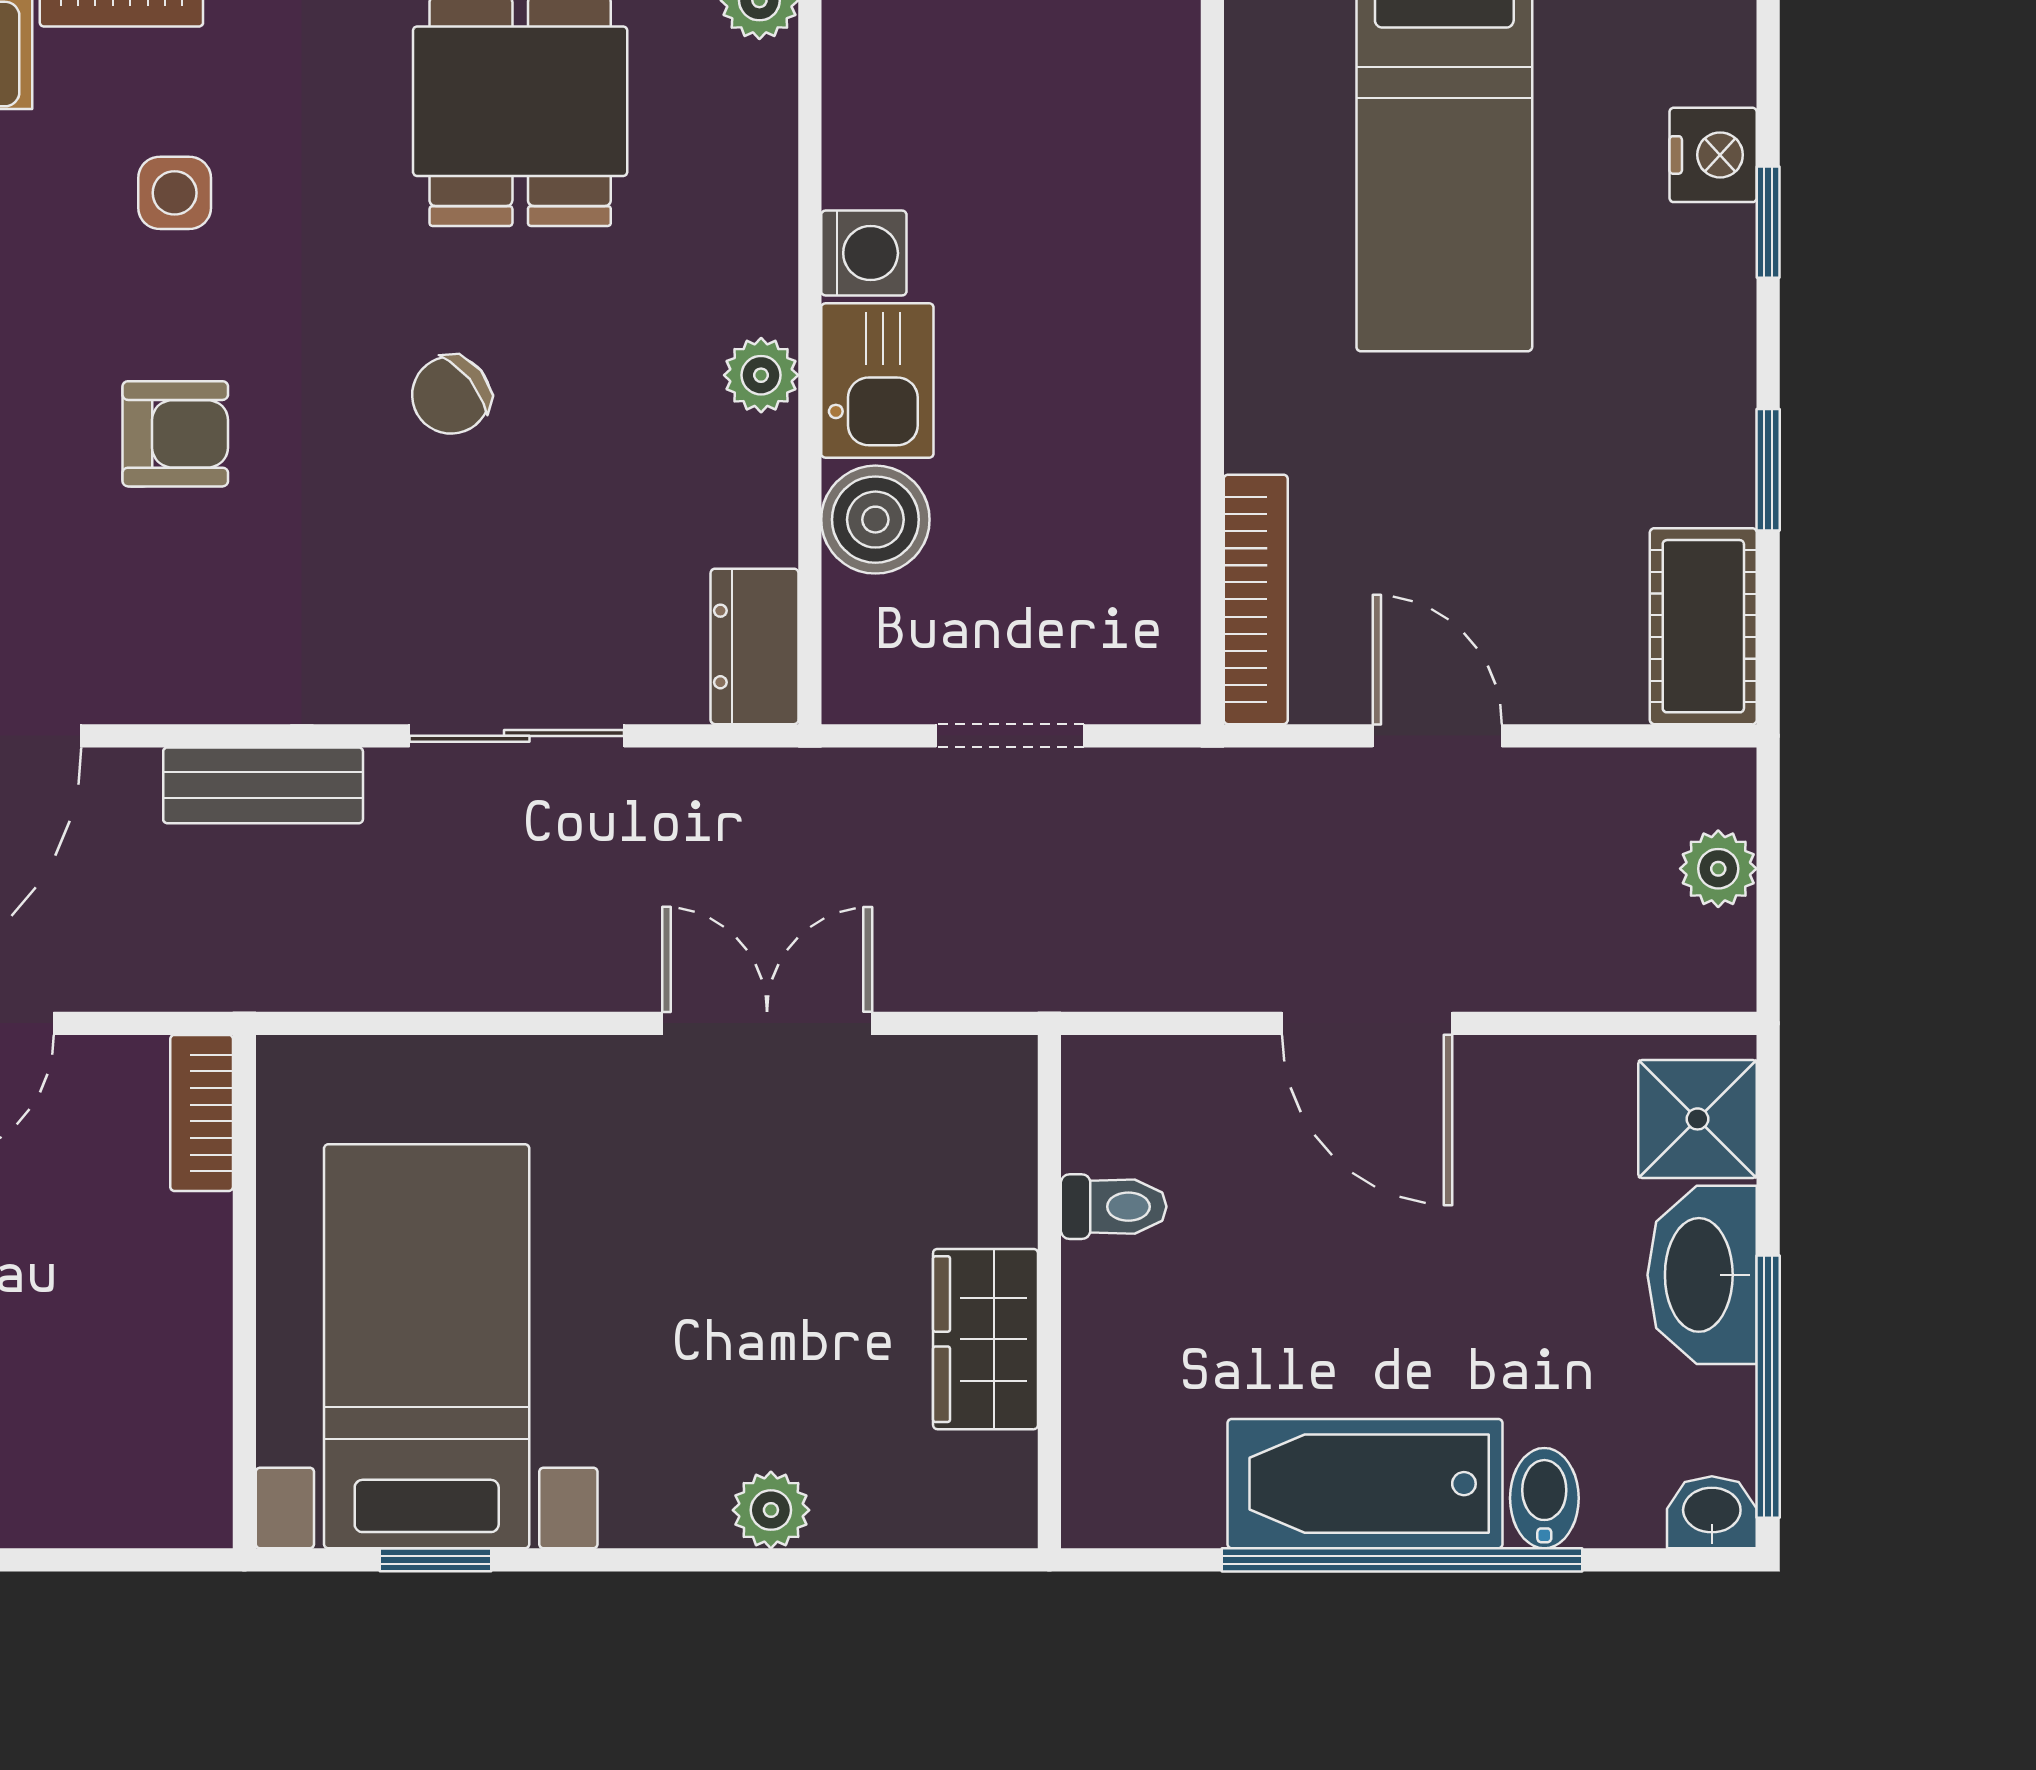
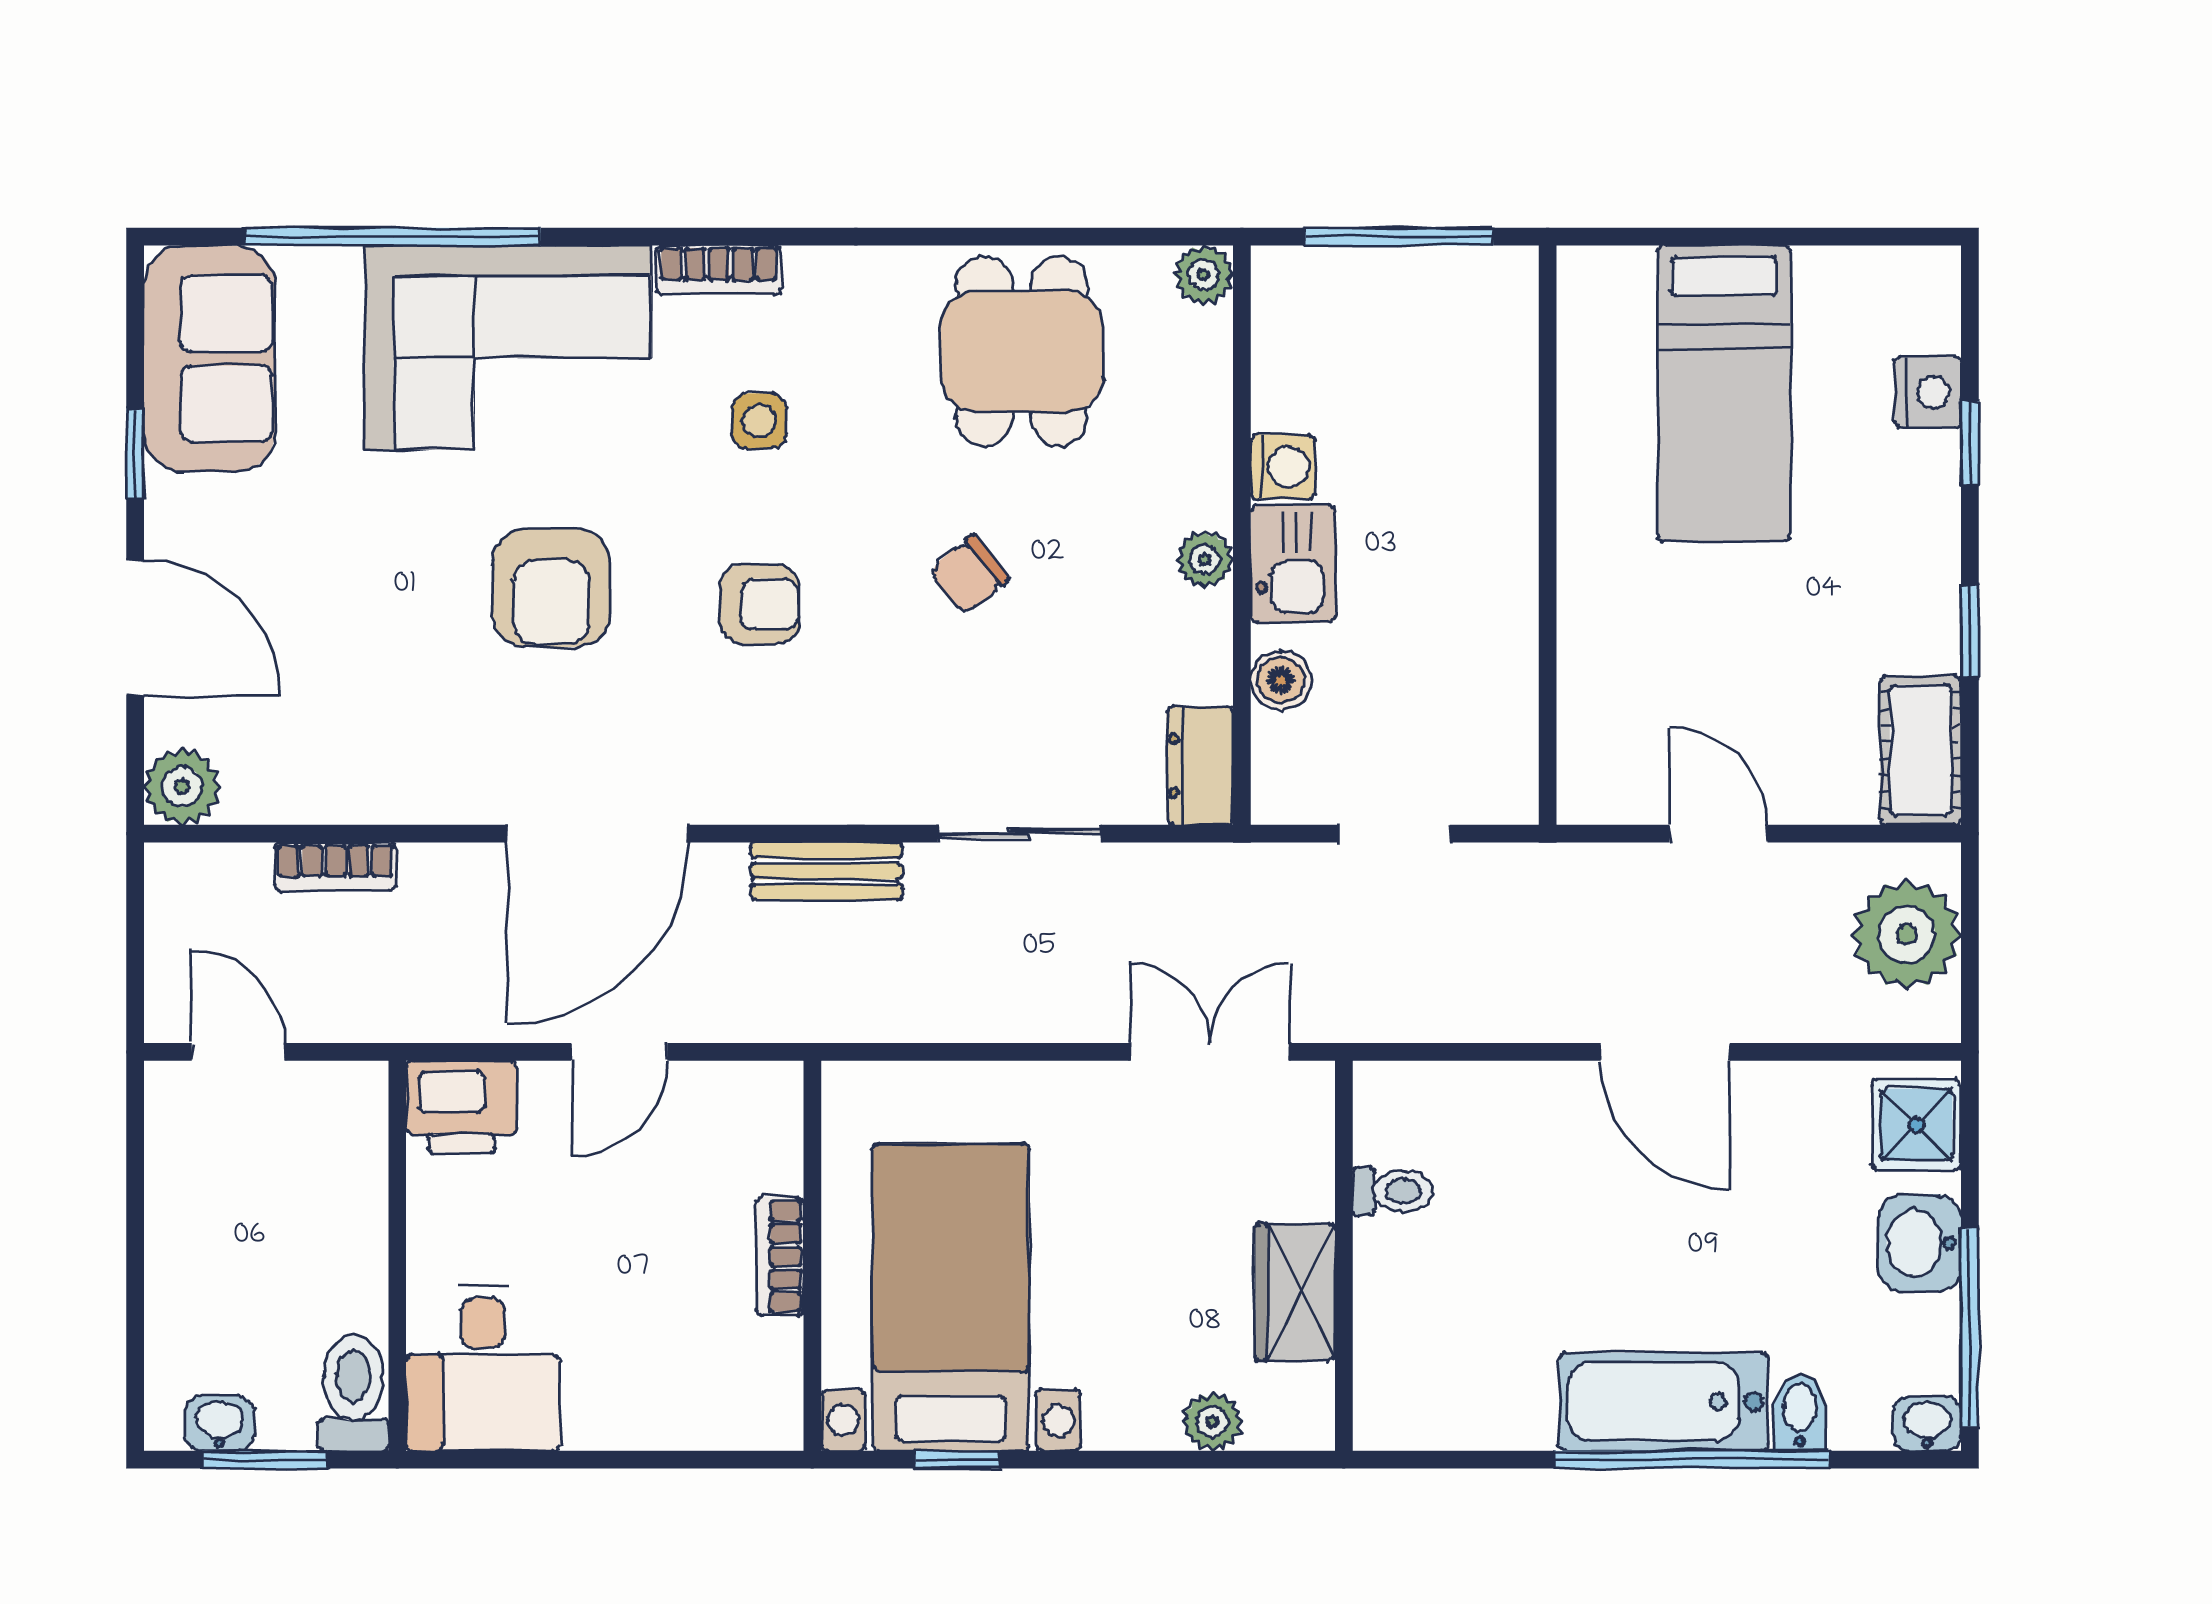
boiler: (875, 520) -> (1281, 680), width x0.73, depth x0.73
bookcase: (1256, 599) -> (1581, 730), removed
plant: (1718, 869) -> (1907, 935), width x1.87, depth x1.87
bookcase: (202, 1113) -> (780, 1256), moved
toilet: (1114, 1207) -> (1393, 1191), moved
washbasin: (1702, 1275) -> (1920, 1243), width x0.72
wall: (1049, 1292) -> (1344, 1256), moved
wardrobe: (986, 1339) -> (1295, 1292), moved

